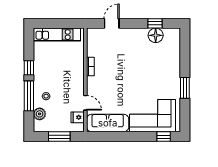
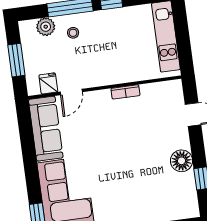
floor lamp: (156, 35) -> (182, 161), moved

